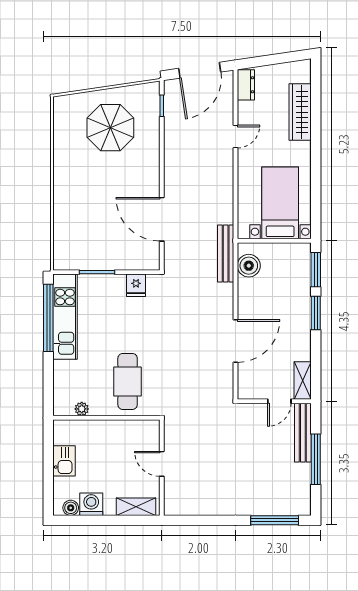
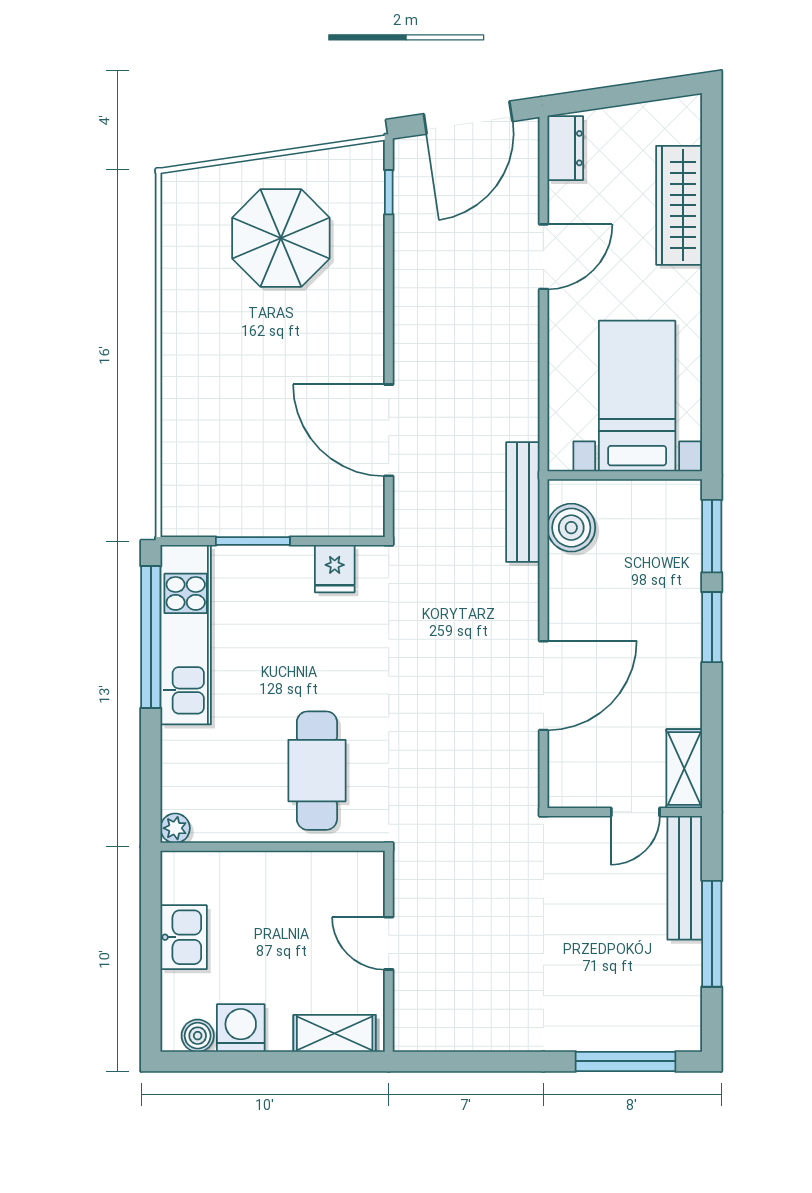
door: (235, 137) -> (543, 257), width x1.38
plant: (82, 409) -> (175, 828), moved

